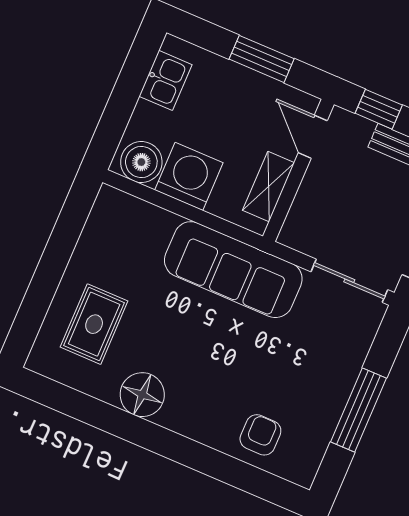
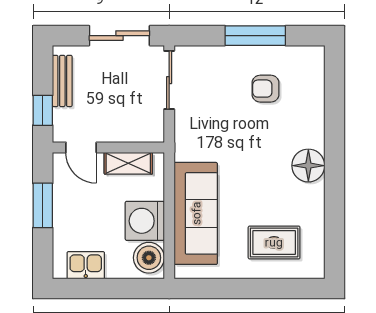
door: (313, 137) -> (81, 147), hinge flipped
sofa: (233, 270) -> (196, 213), moved
floor lamp: (142, 395) -> (308, 166), moved
armchair: (260, 435) -> (266, 89), moved

